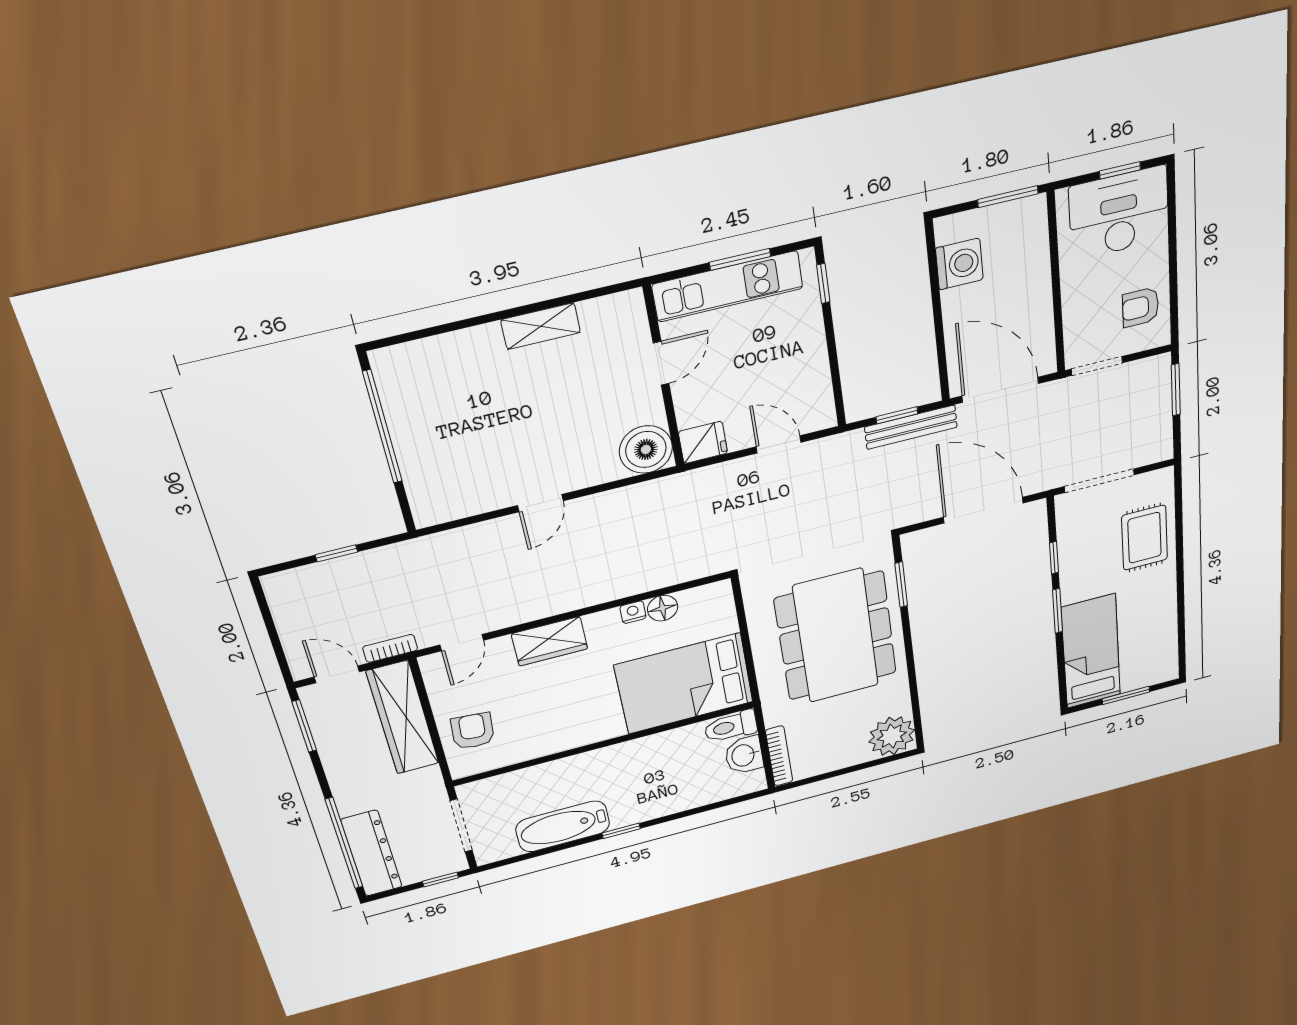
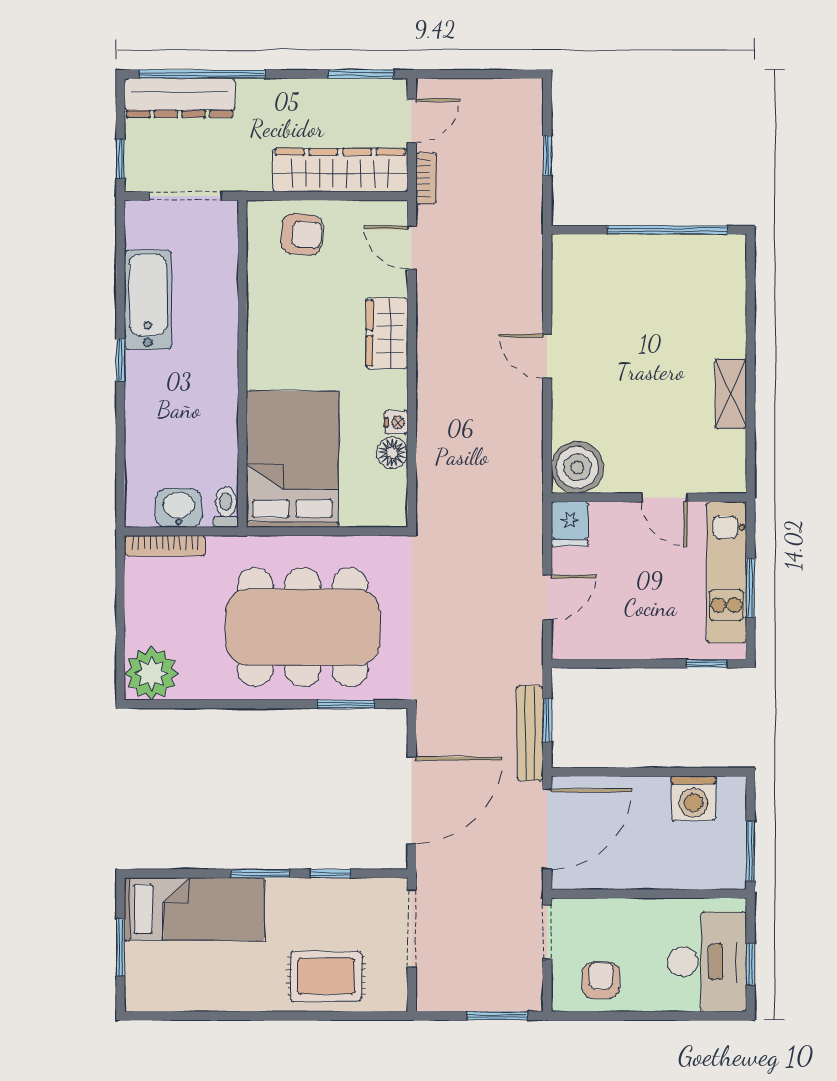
toilet: (731, 727) -> (226, 507), width x0.73, depth x0.72

